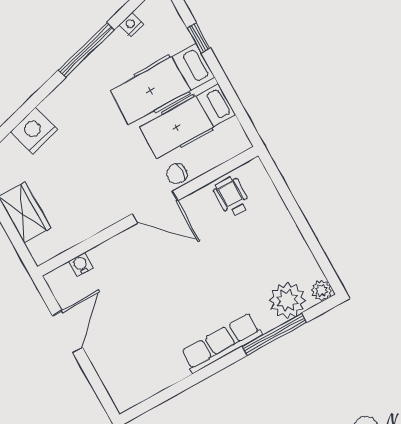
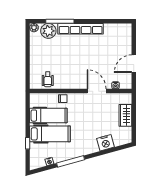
door: (155, 207) -> (97, 91), moved
row of seats: (222, 343) -> (81, 29), width x1.36

